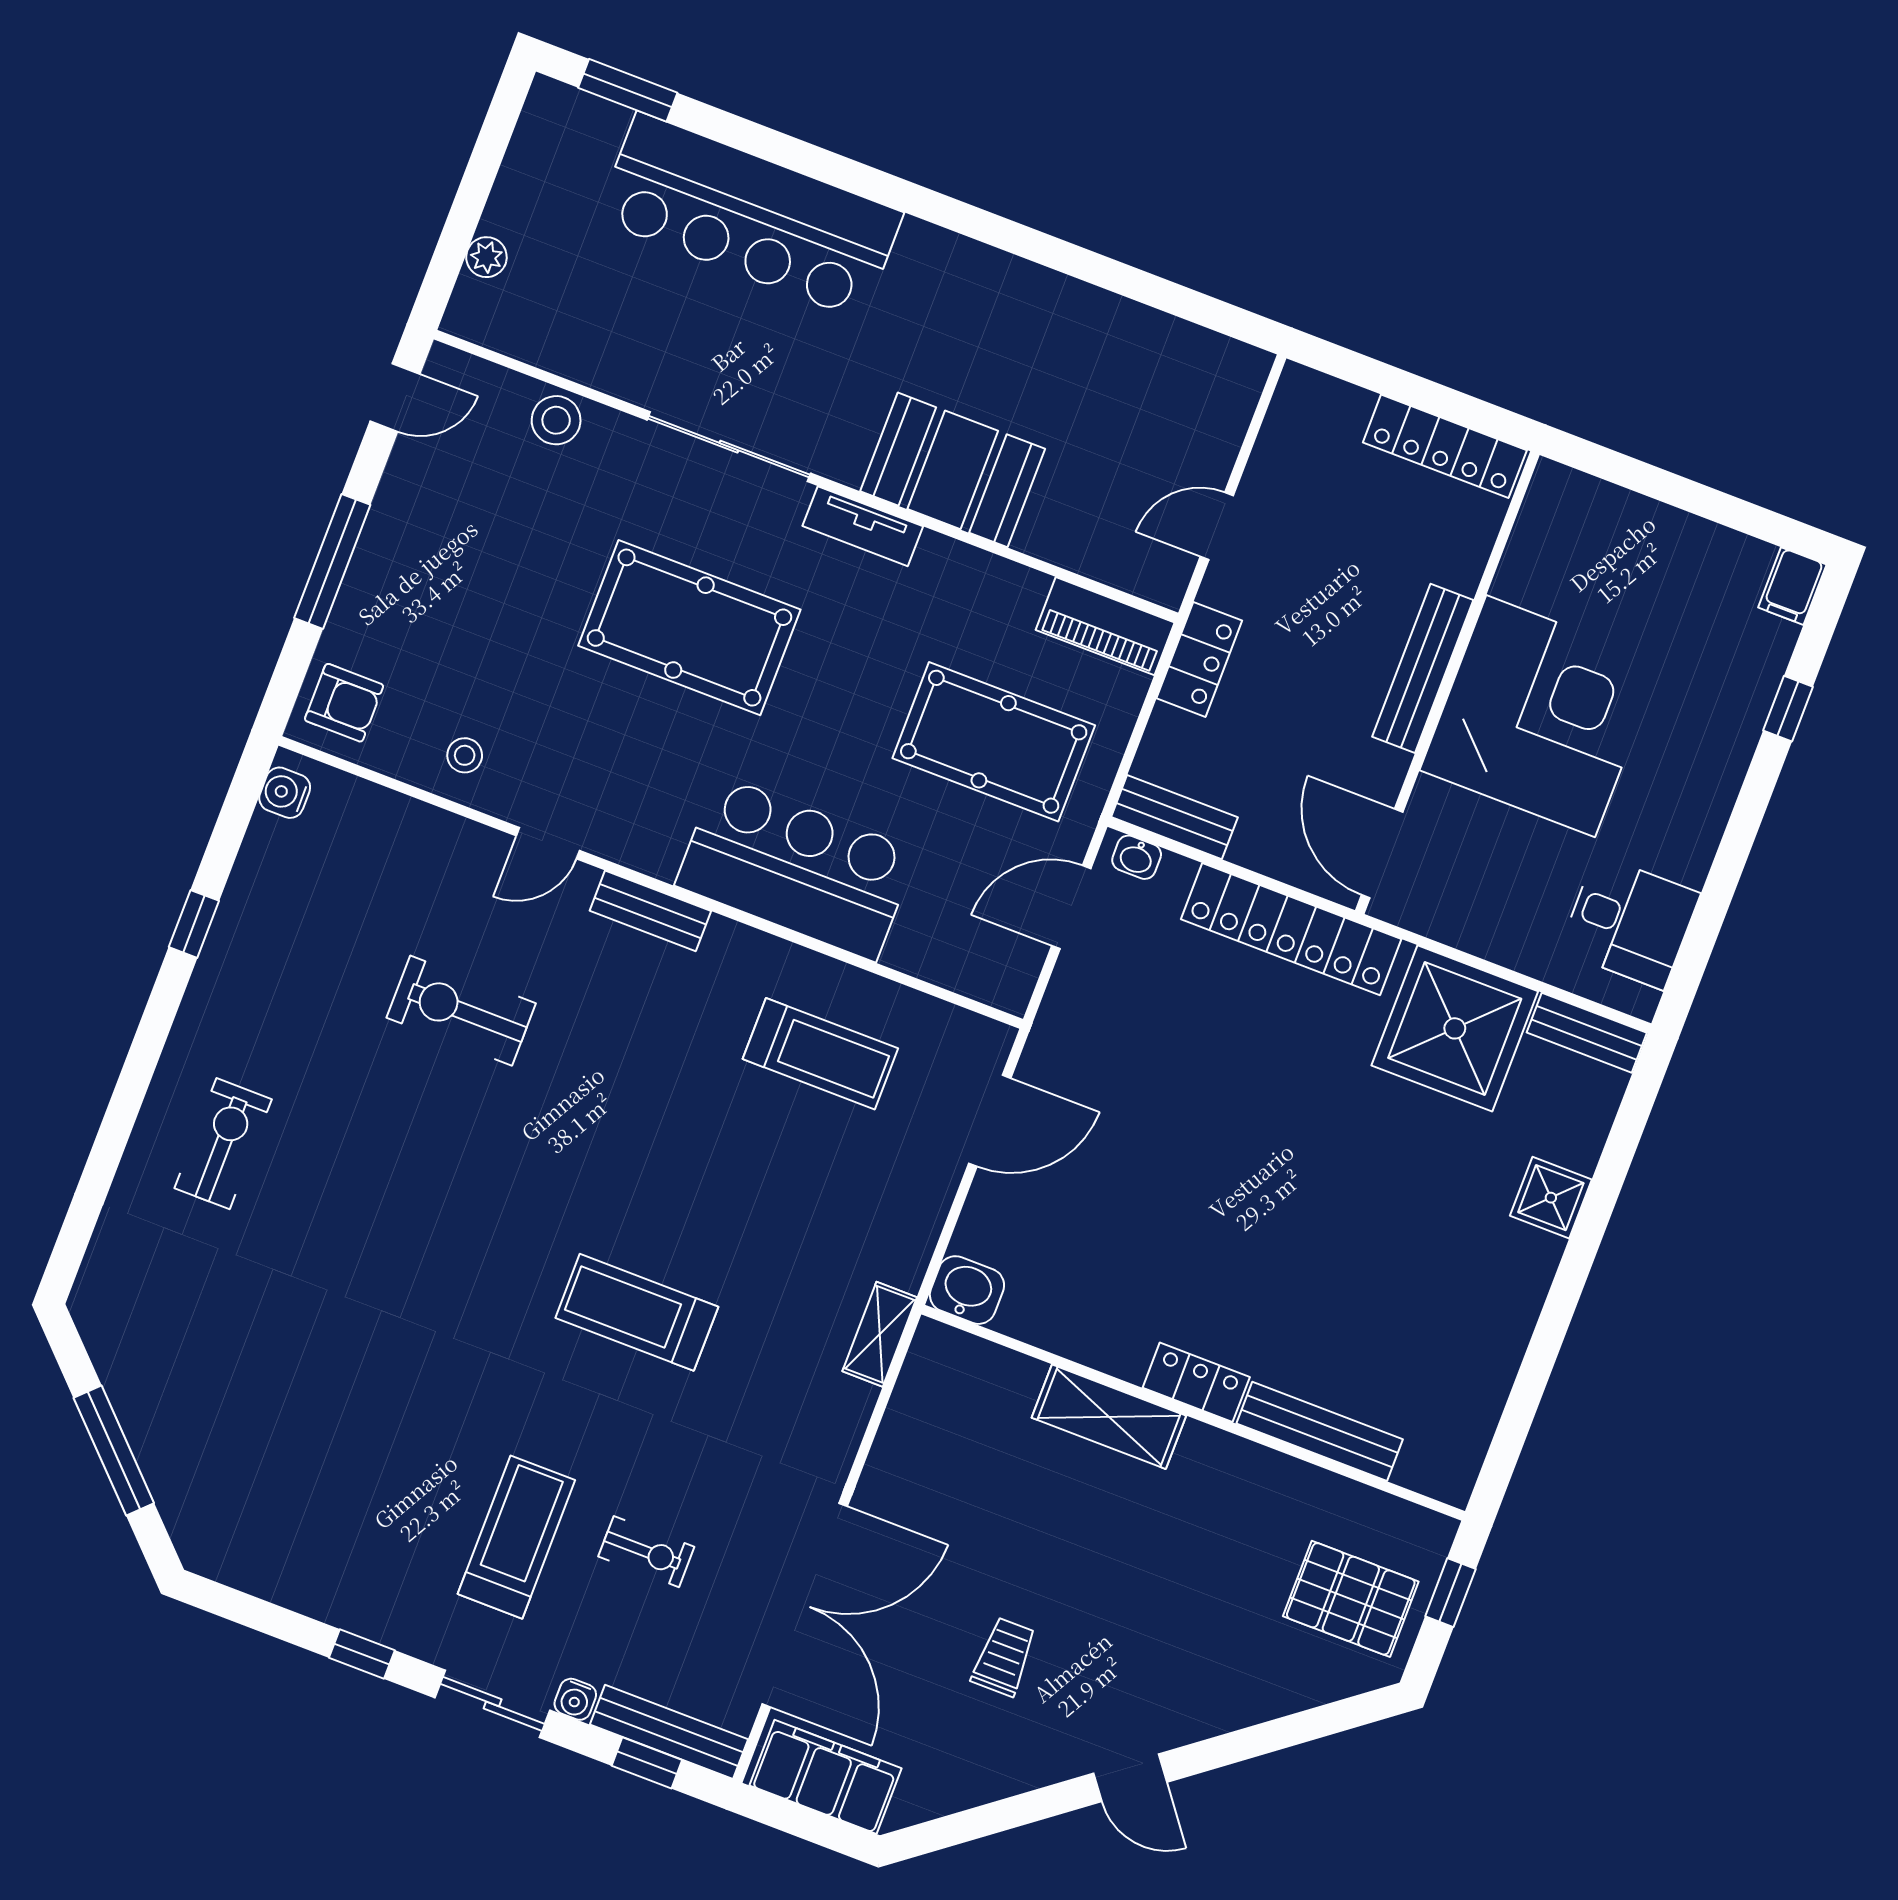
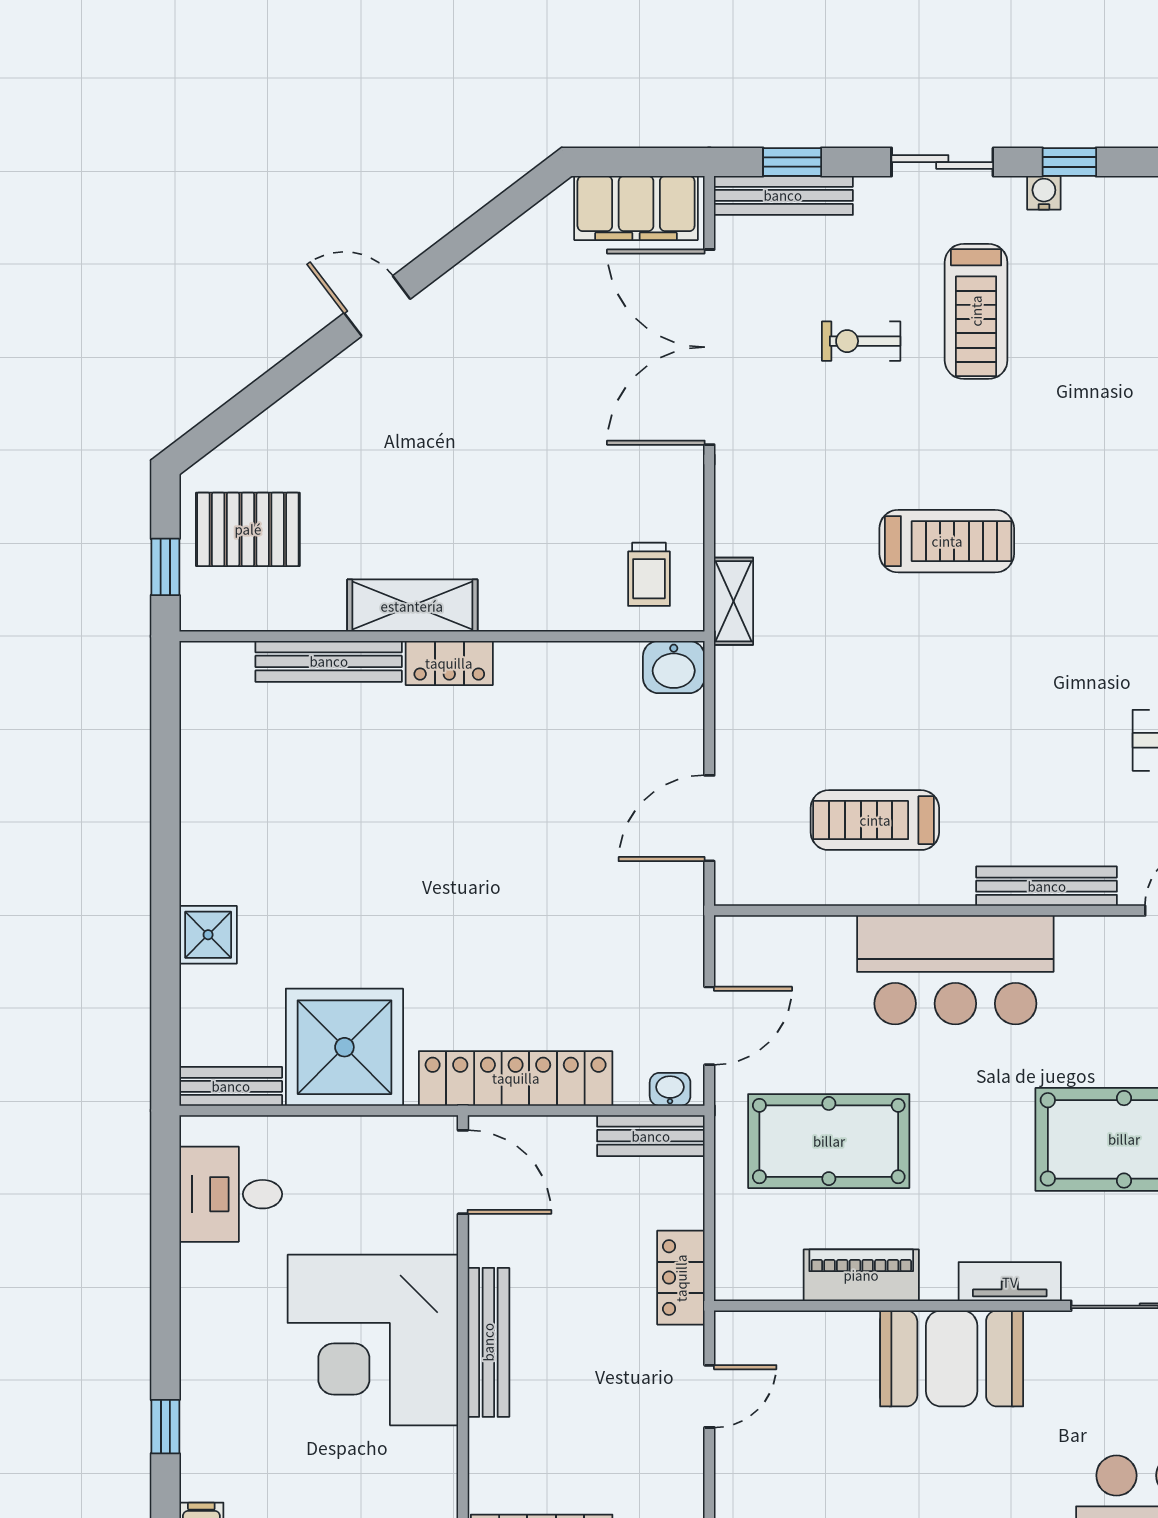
piano: (1105, 626) -> (861, 1275), moved
bench: (650, 911) -> (1047, 886), width x1.36
shelving: (1109, 1417) -> (412, 606), moved
trolley: (1004, 1657) -> (649, 574), moved
water cooler: (575, 1699) -> (1044, 193), moved

